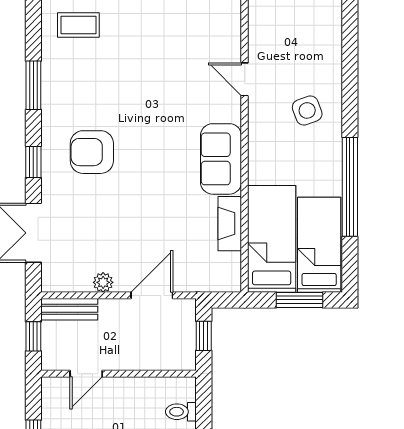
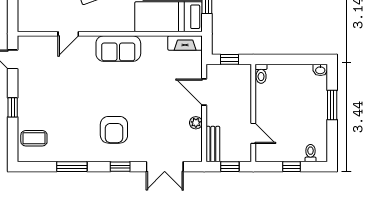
coffee table: (78, 25) -> (34, 138), turned 90
fireplace: (230, 224) -> (185, 43), moved
toilet: (181, 412) -> (261, 74), moved

